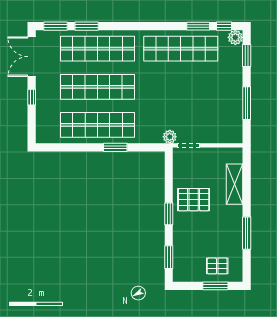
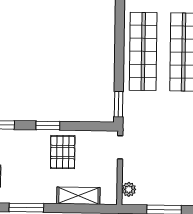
plant: (170, 137) -> (129, 189), moved
window: (115, 147) -> (119, 104), moved

